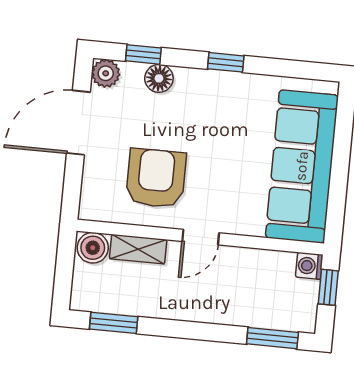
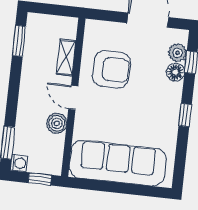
plant: (106, 73) -> (178, 53), moved
boiler: (93, 248) -> (57, 123), moved
washing machine: (309, 266) -> (19, 163), moved, turned 90

